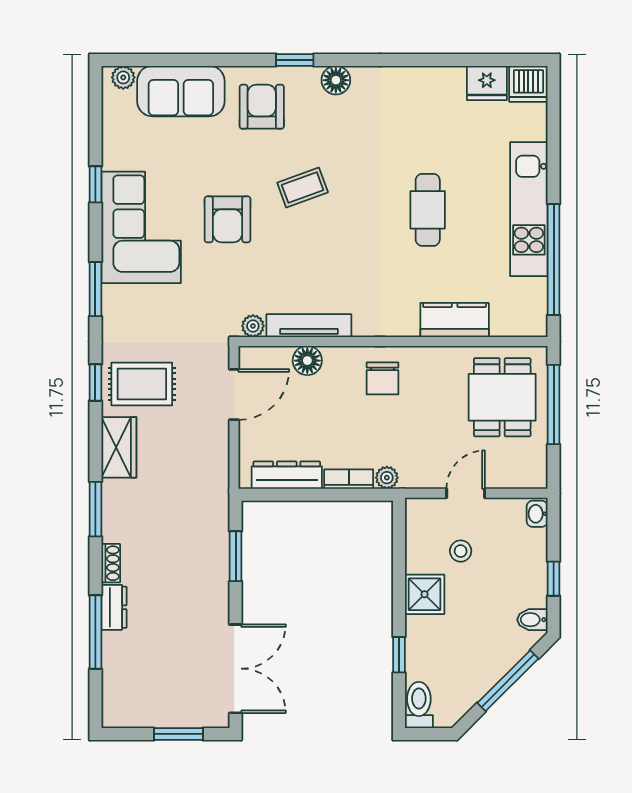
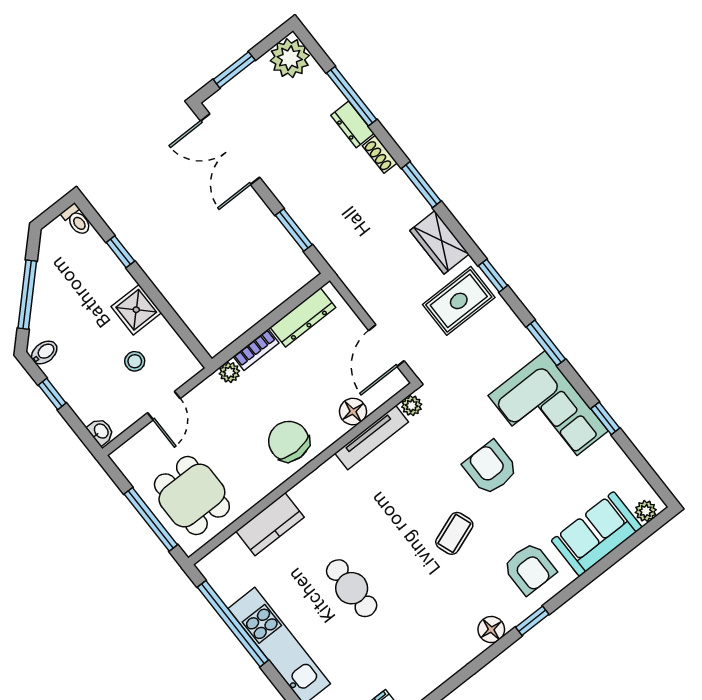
chair: (382, 378) -> (289, 441), width x1.37, depth x1.37
toilet: (419, 705) -> (77, 220), width x0.73, depth x0.72
plant: (123, 707) -> (290, 58), added

